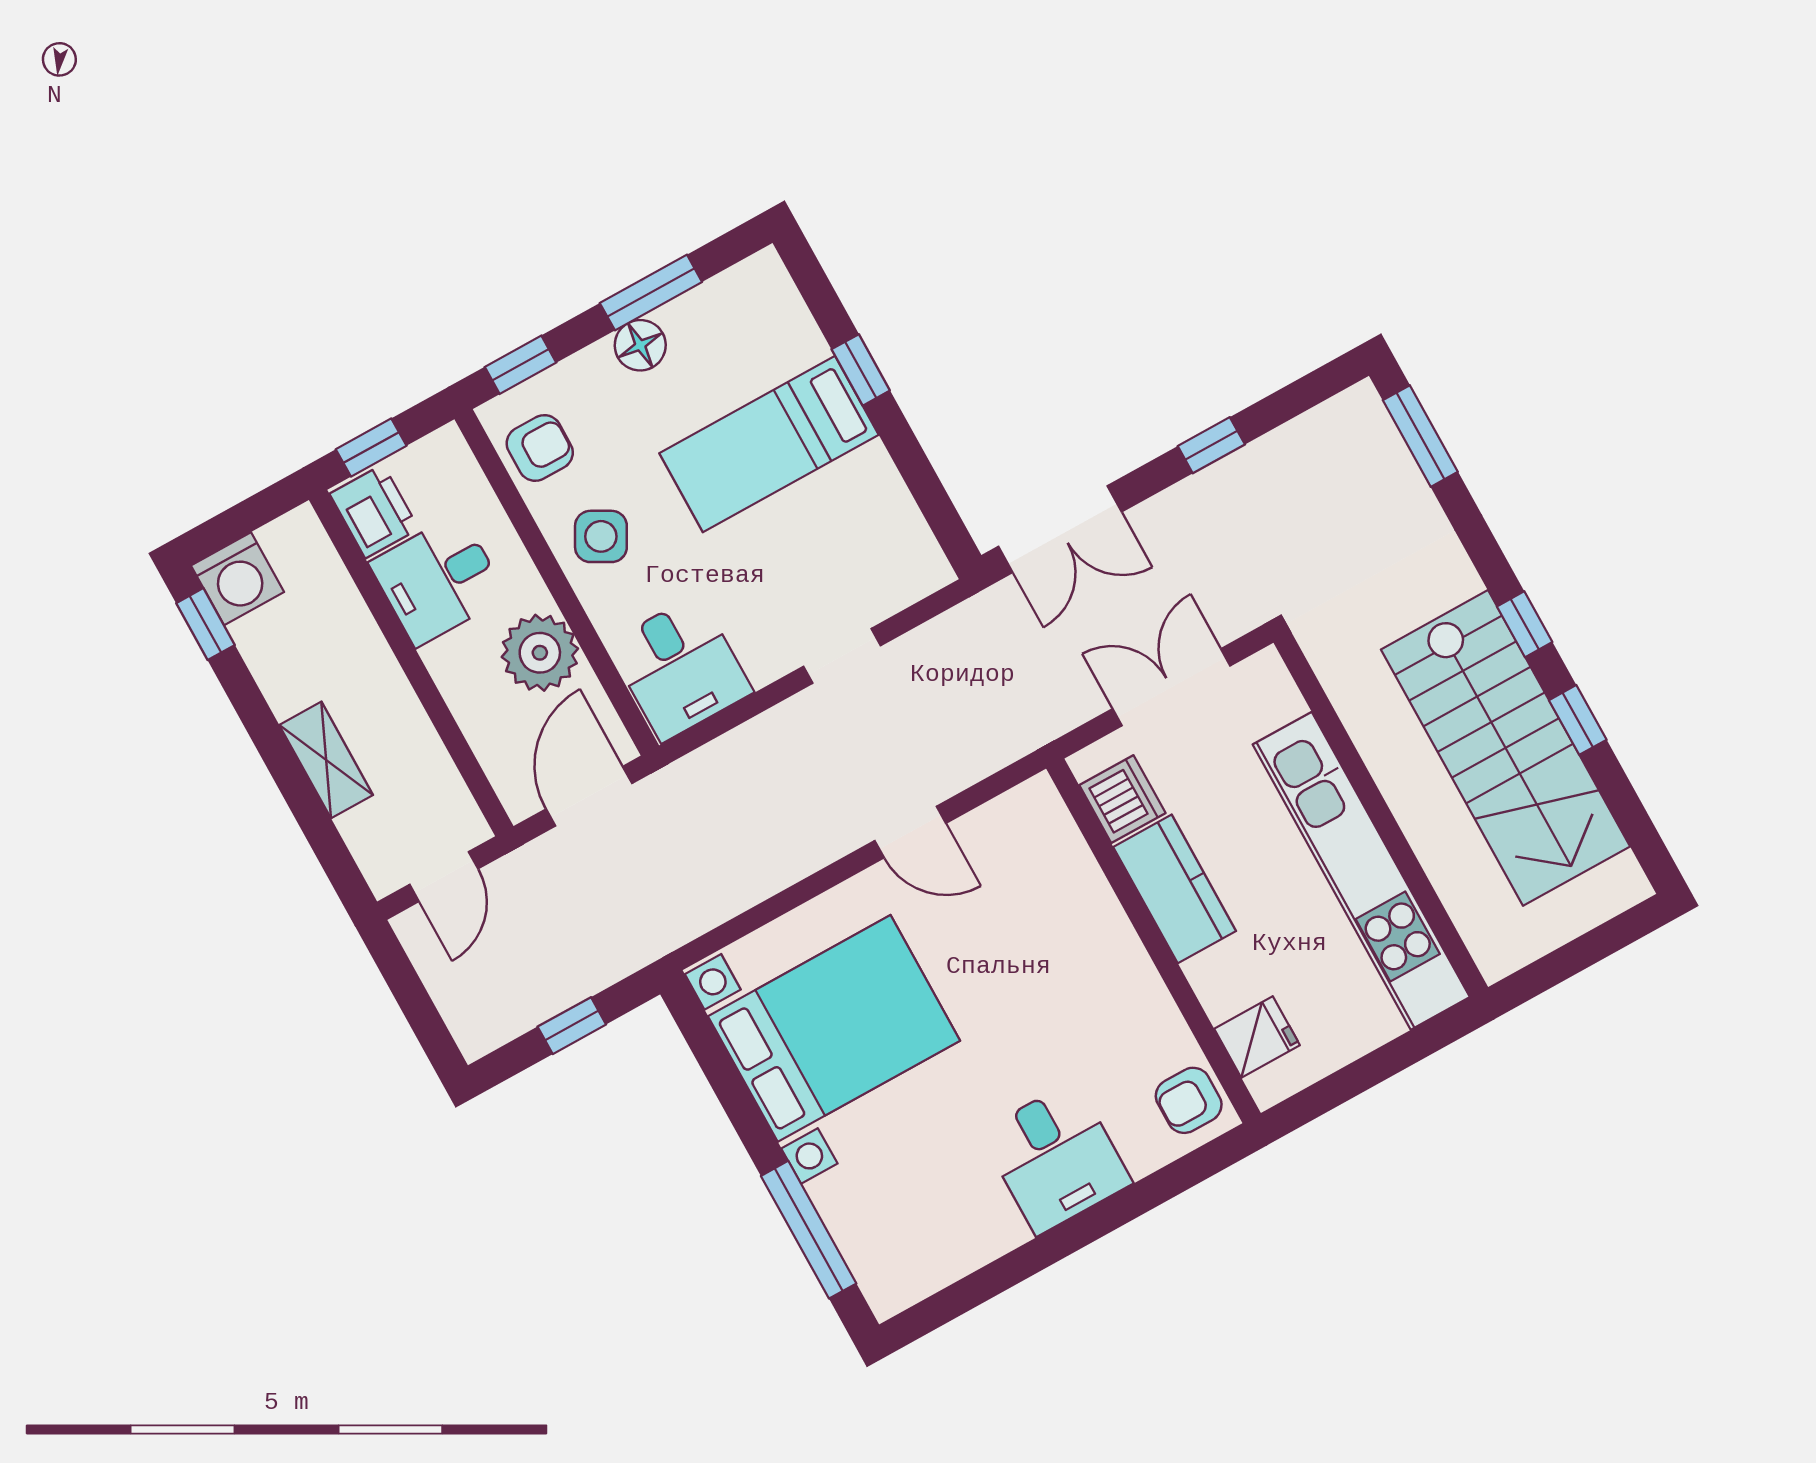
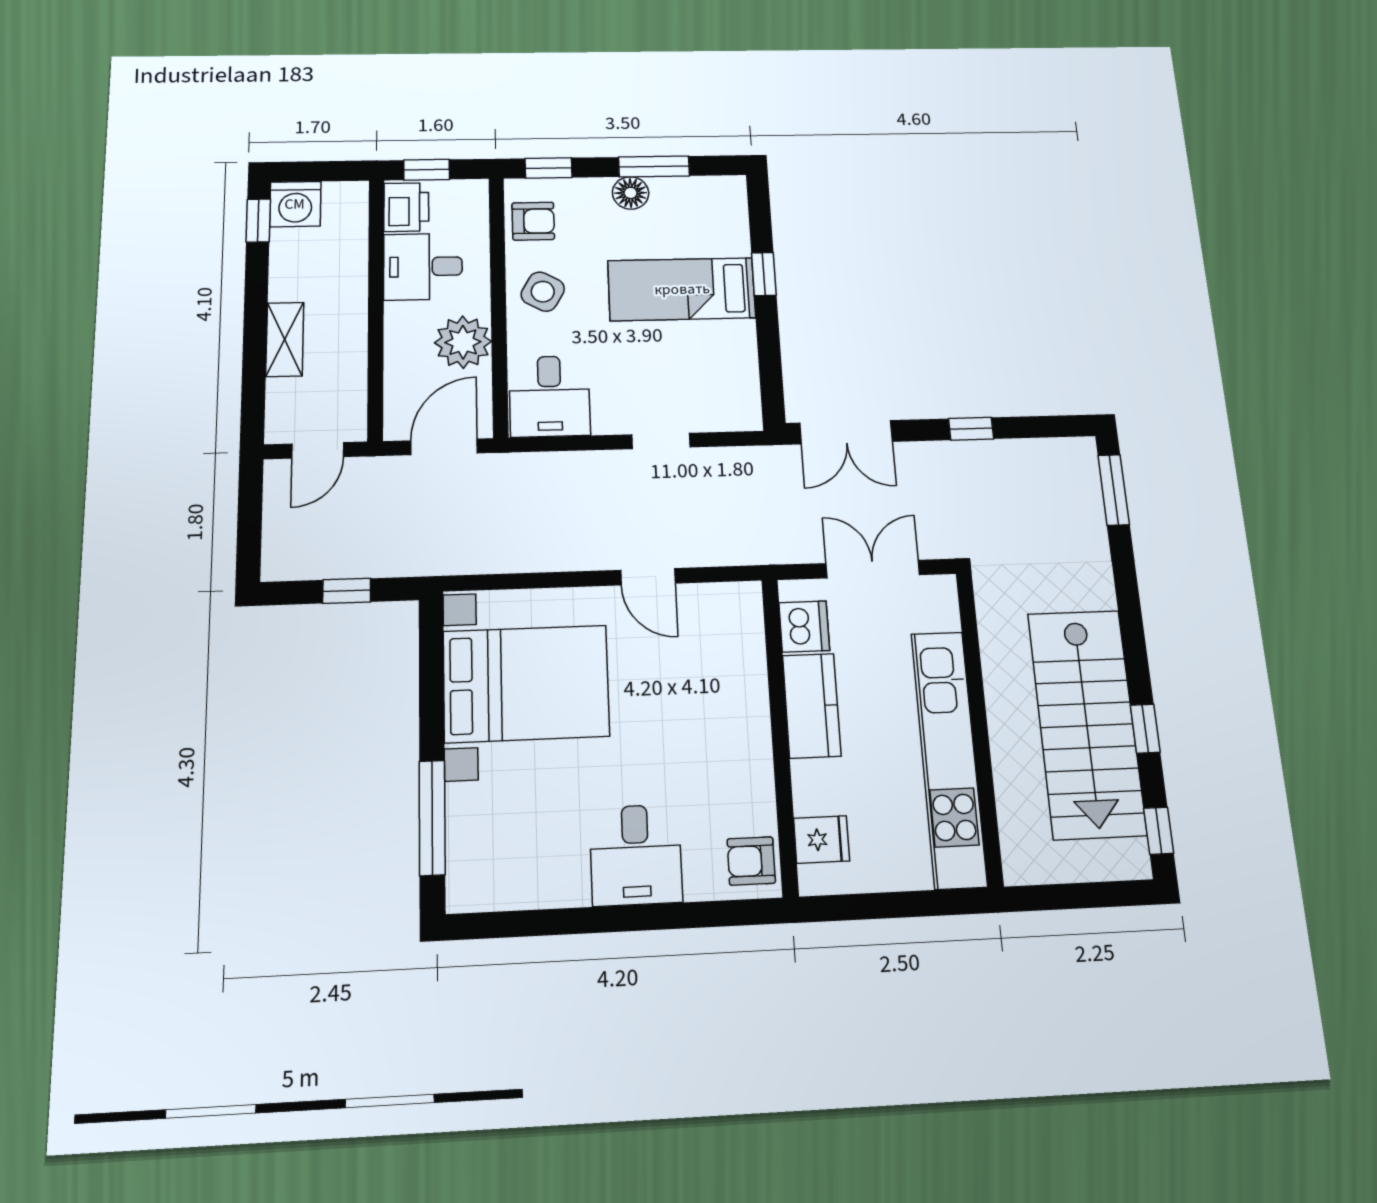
window: (1525, 624) -> (1159, 831), moved

